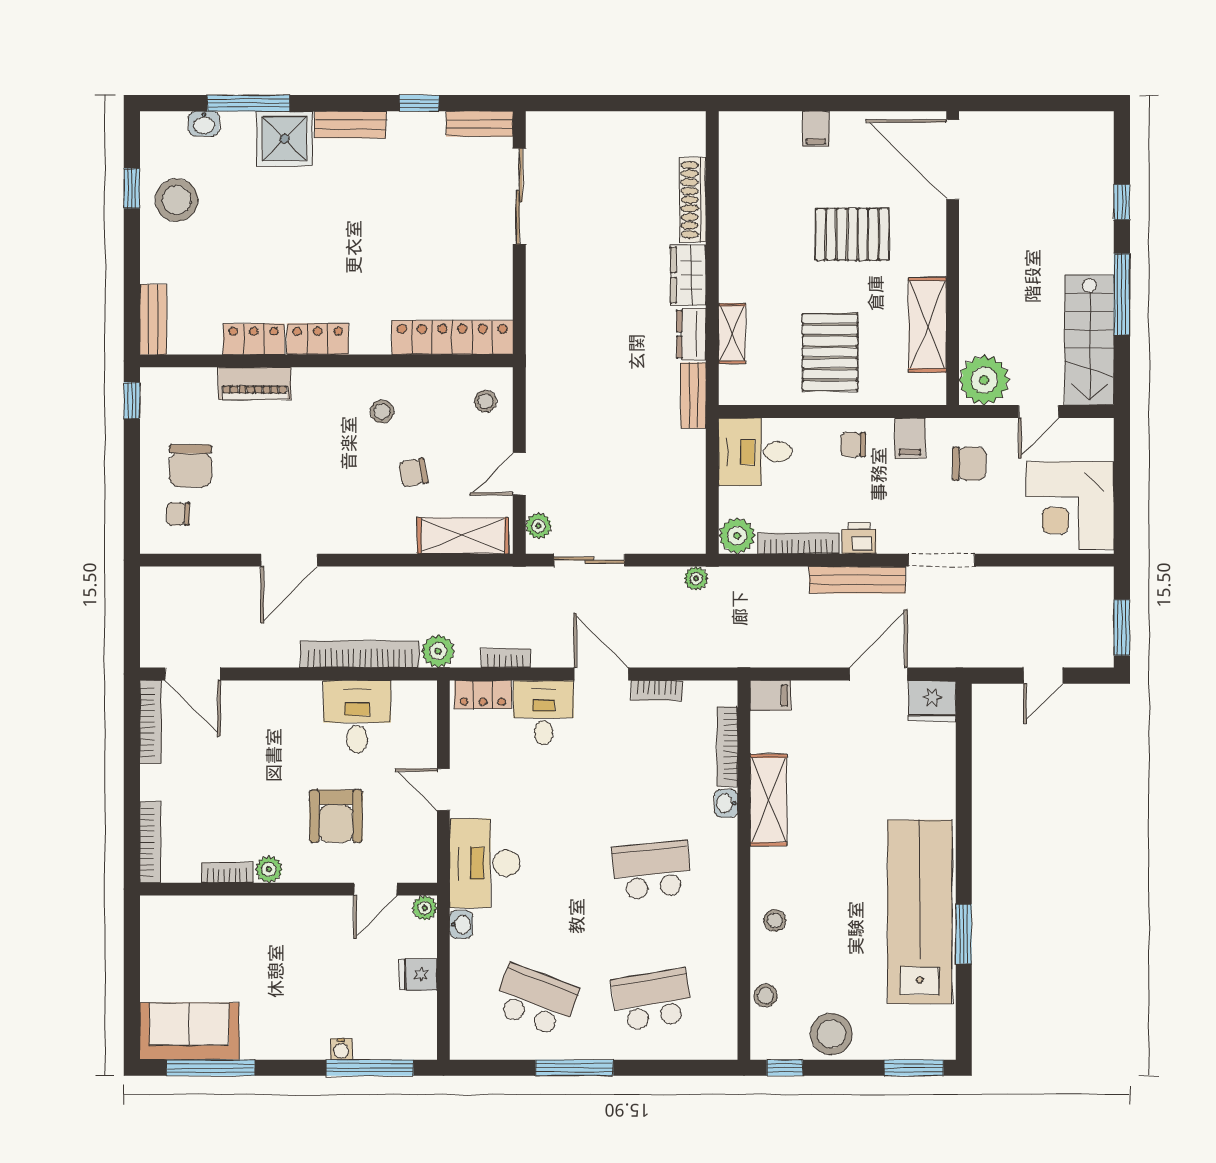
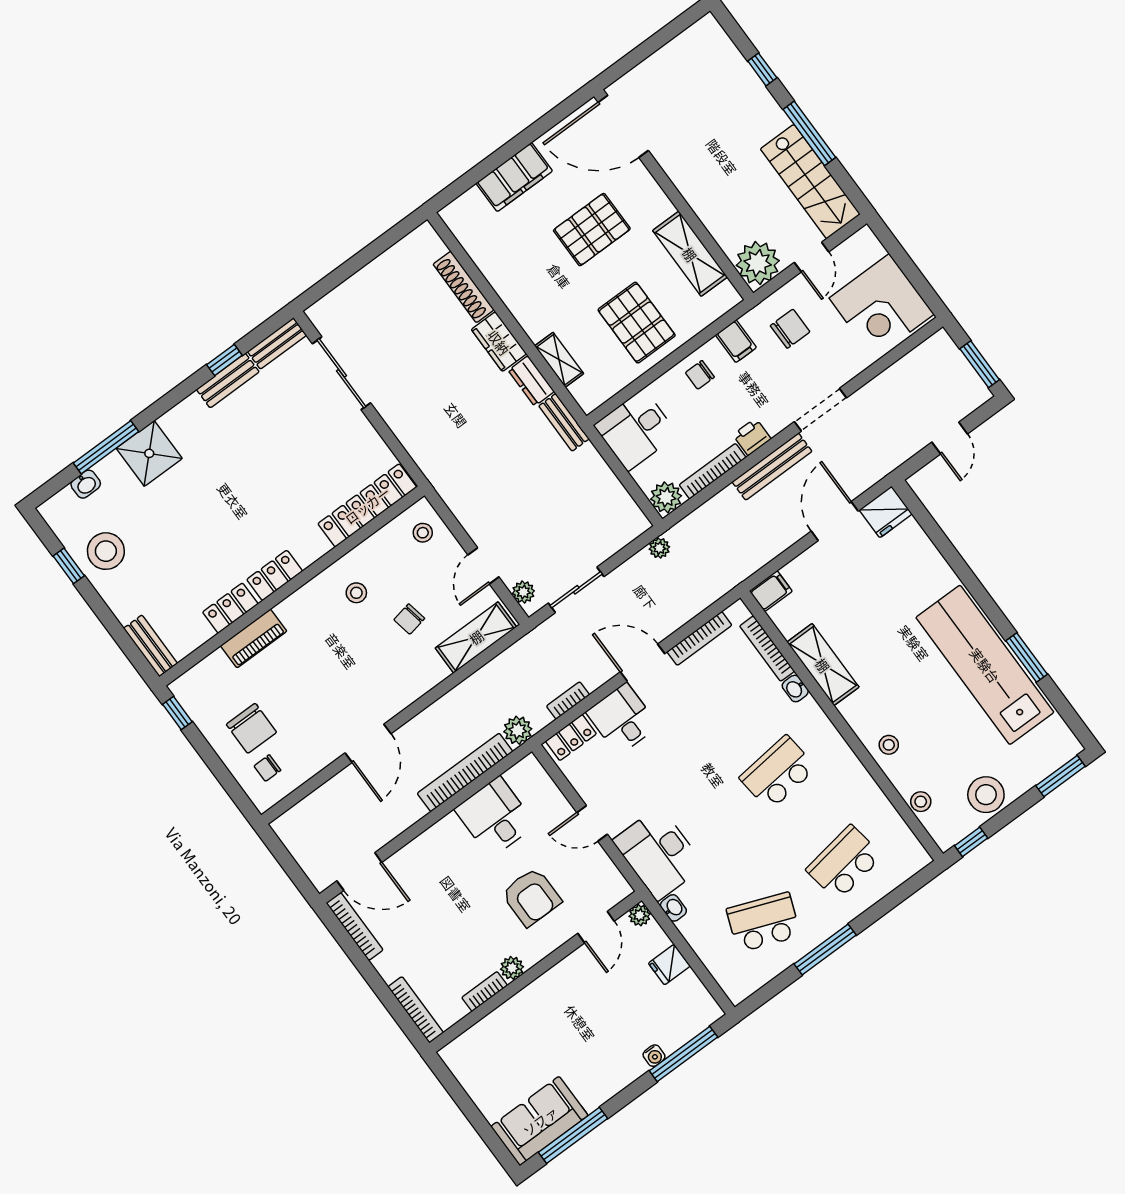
bench: (350, 125) -> (228, 381), moved
filing cabinet: (816, 129) -> (514, 177), width x3.00, depth x1.17
bookcase: (657, 691) -> (699, 638), width x1.56

